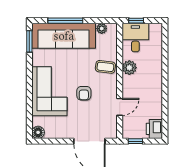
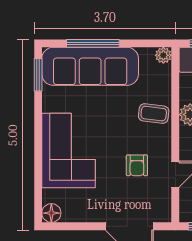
plant: (102, 29) -> (163, 55), moved
armchair: (84, 93) -> (137, 165), moved

